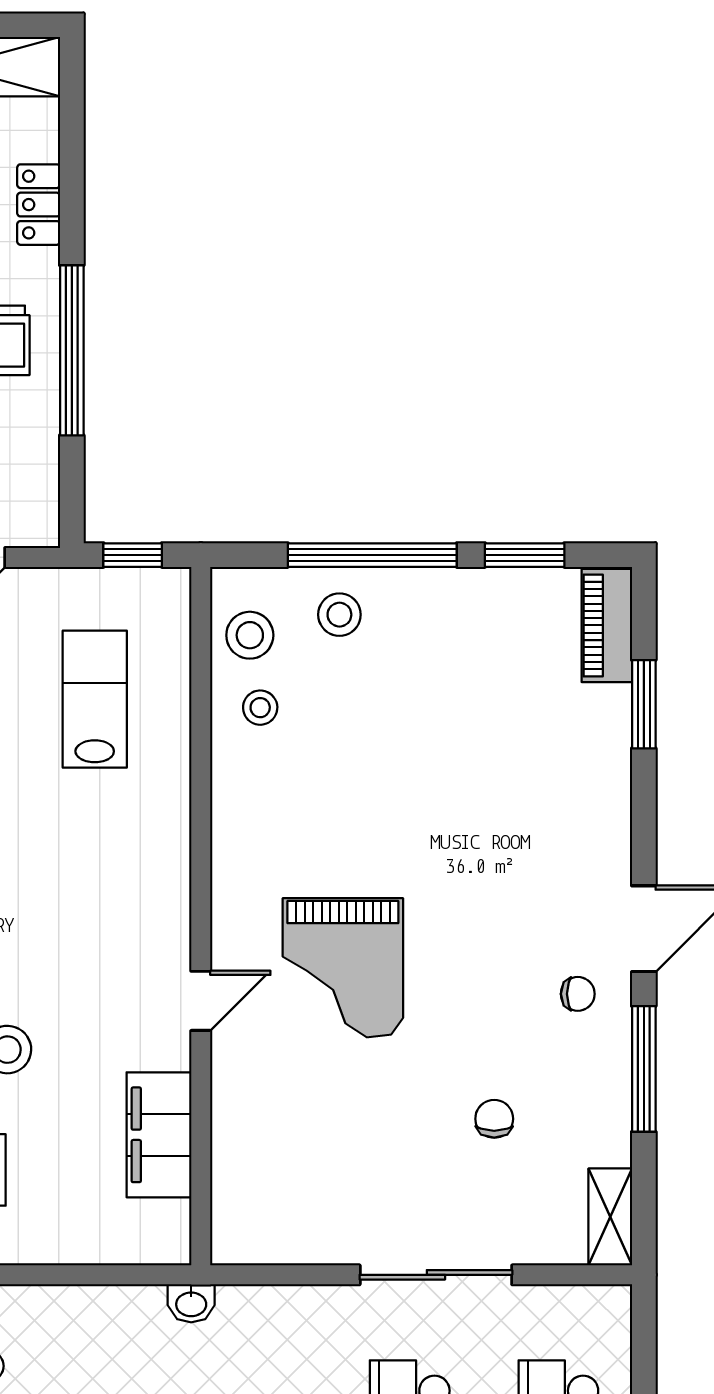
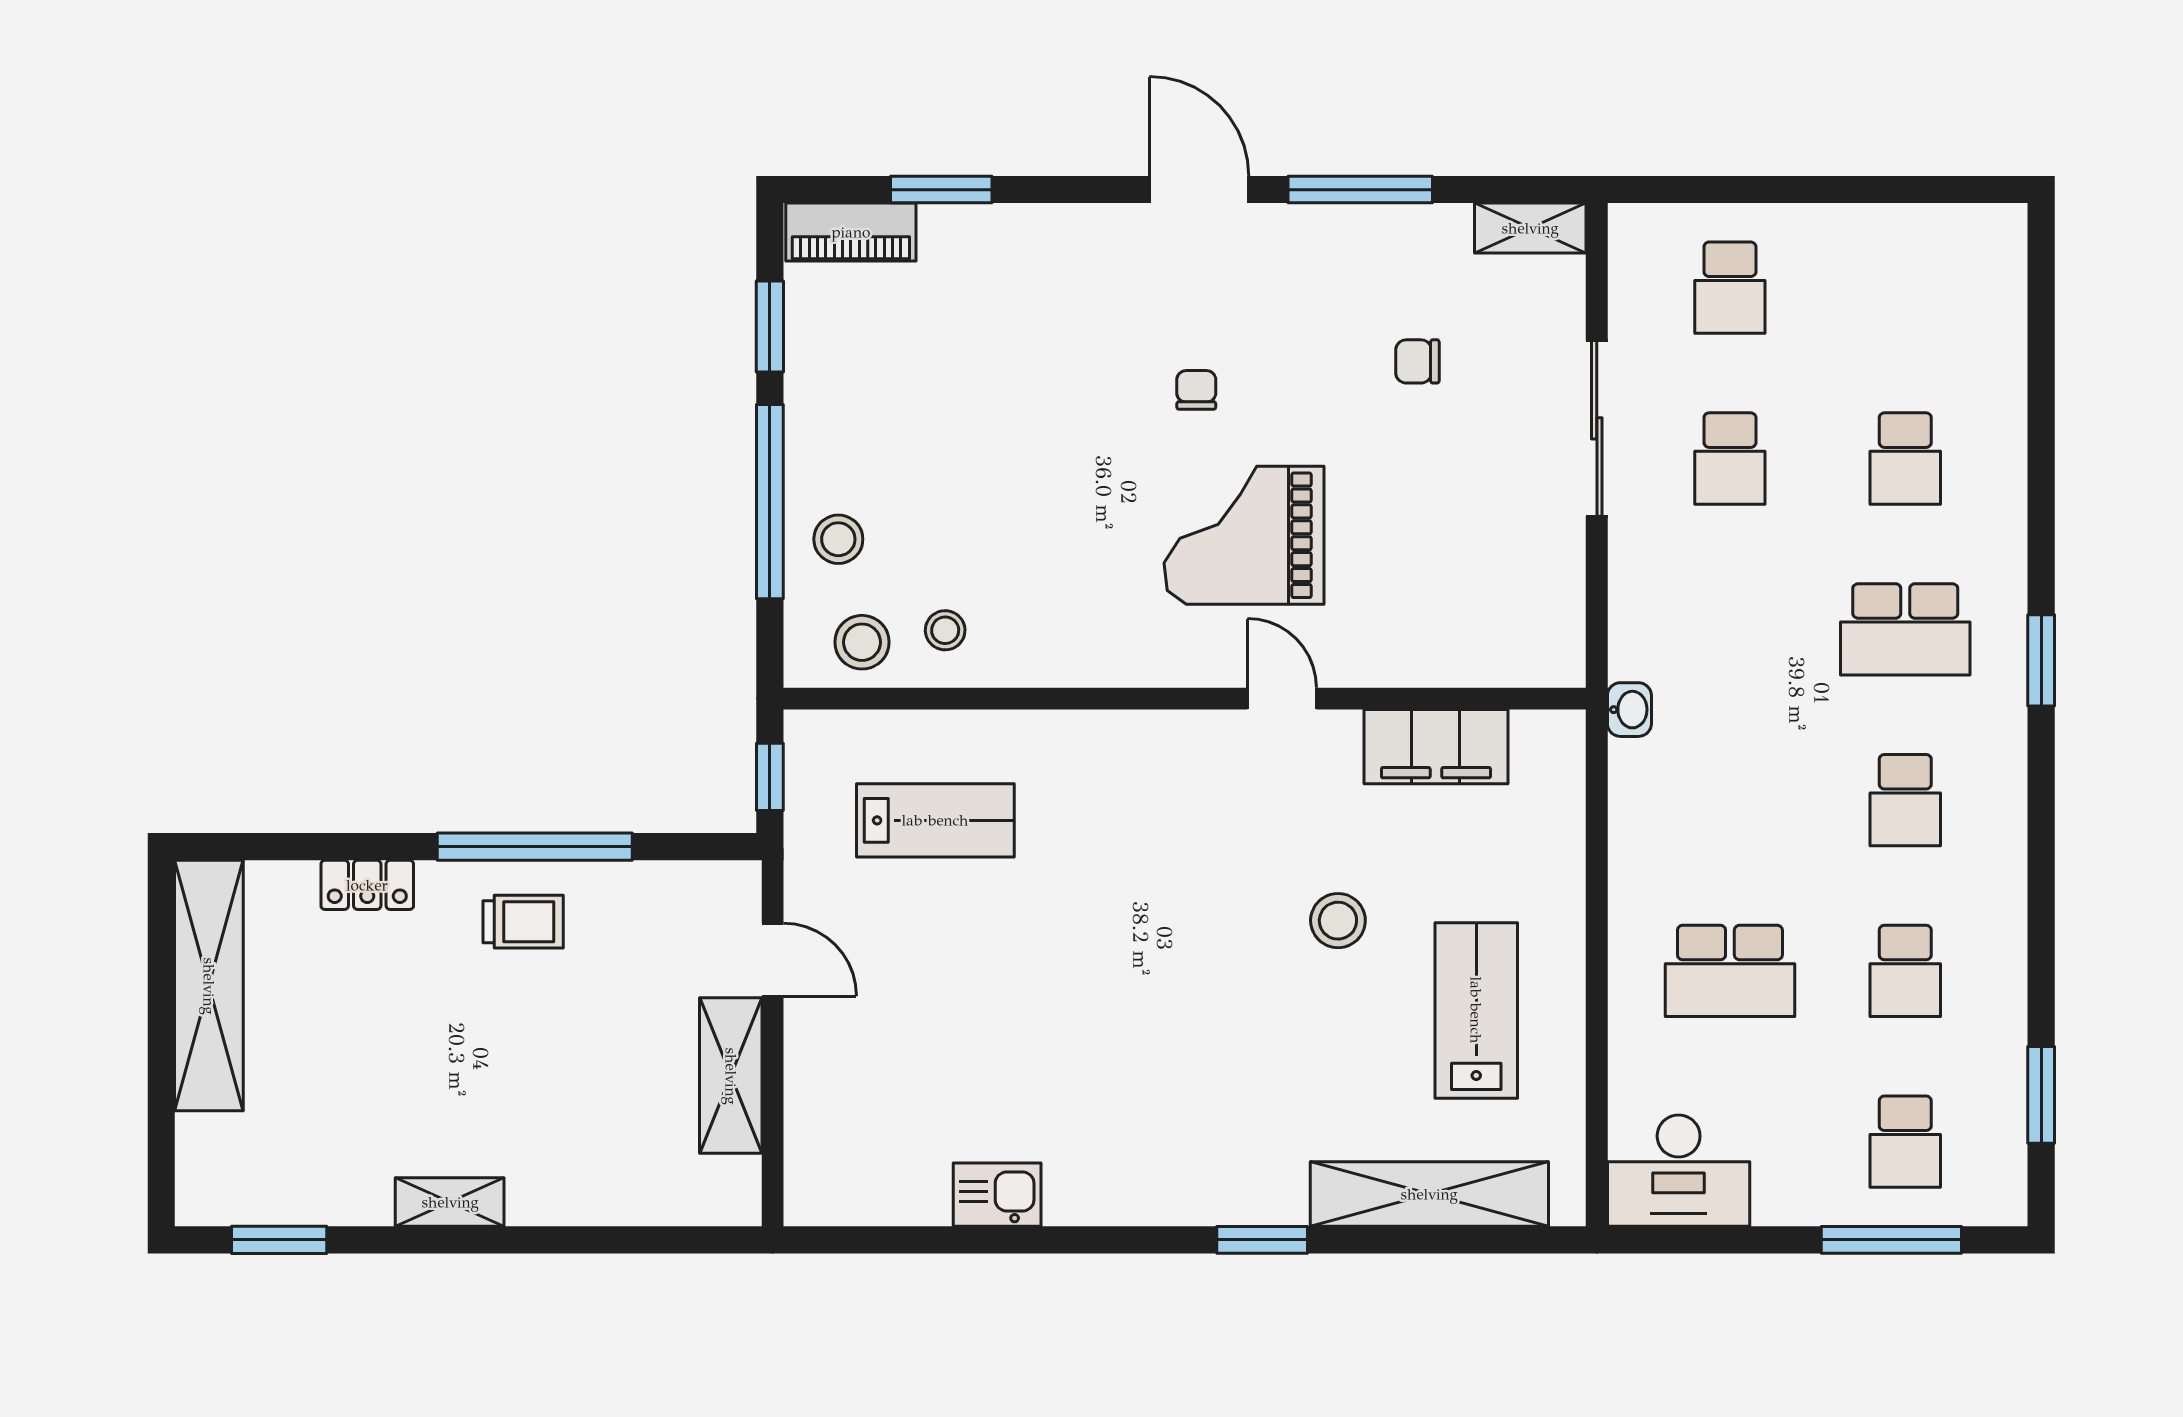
lab bench: (95, 699) -> (935, 820), turned 180
grand piano: (343, 968) -> (1244, 535), turned 180
chair: (578, 994) -> (1196, 390), moved

